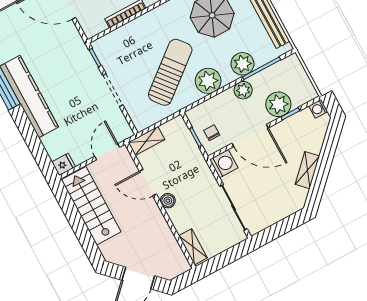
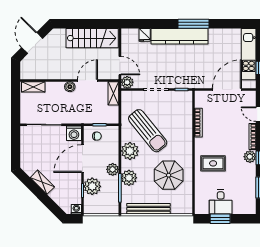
plant: (123, 131) -> (127, 82), added
fridge: (64, 164) -> (145, 35), moved

